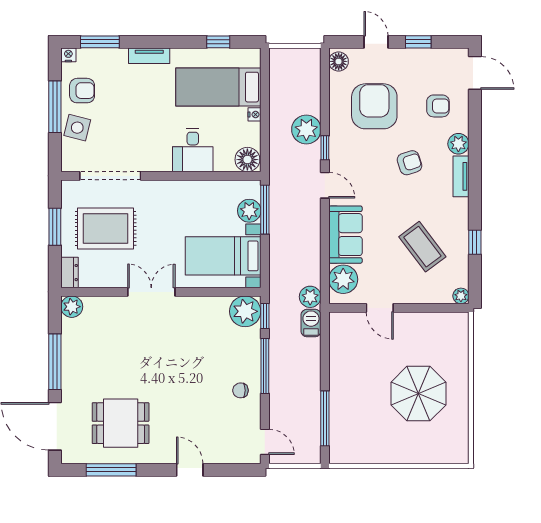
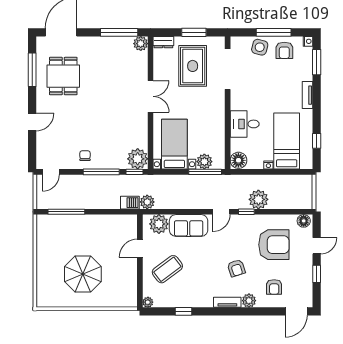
coffee table: (422, 247) -> (167, 269), moved
window: (55, 362) -> (119, 32), moved

